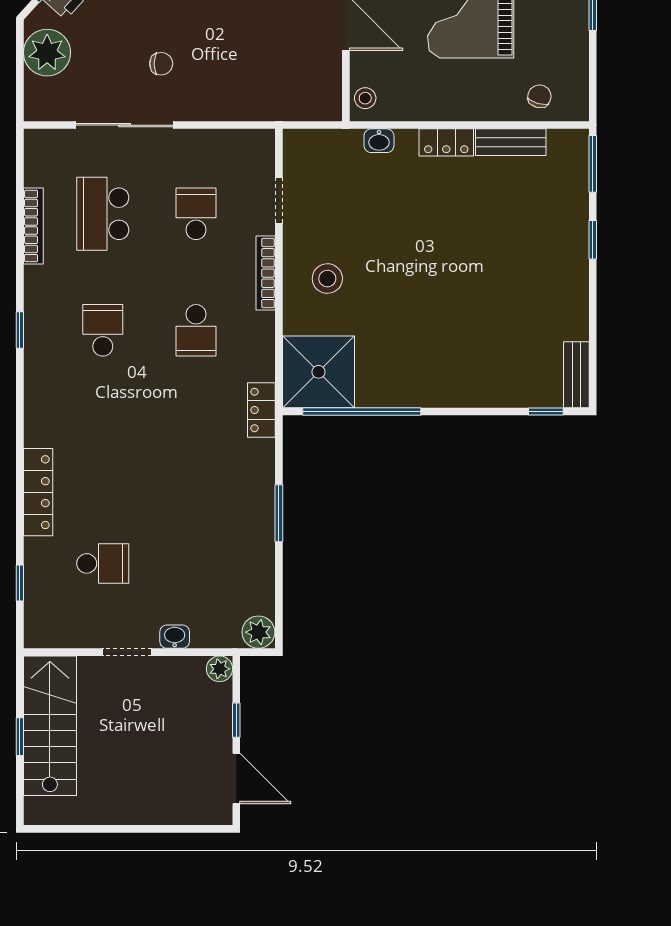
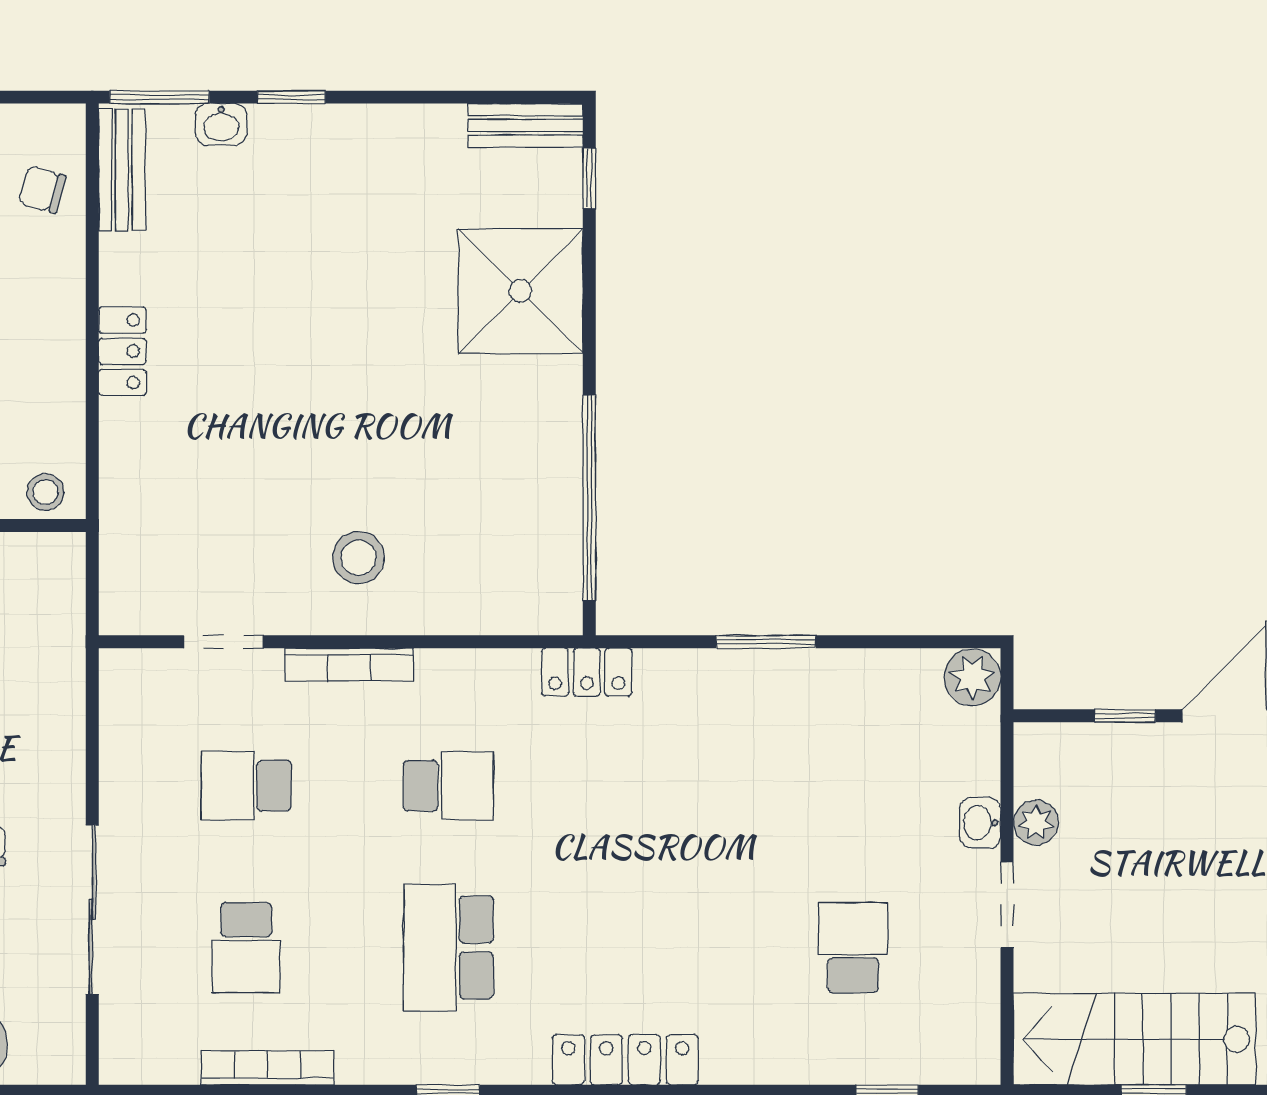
washbasin: (379, 141) -> (221, 124), moved, turned 90
bench: (511, 142) -> (122, 170), moved
school desk: (103, 214) -> (246, 947), width x0.54
school desk: (103, 330) -> (449, 947), width x1.85
shower: (318, 372) -> (521, 291), moved
locker: (38, 492) -> (625, 1060), moved
plant: (220, 669) -> (1036, 823), moved

